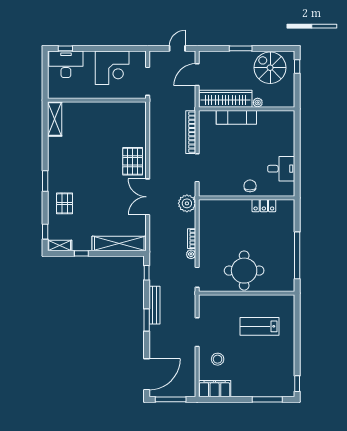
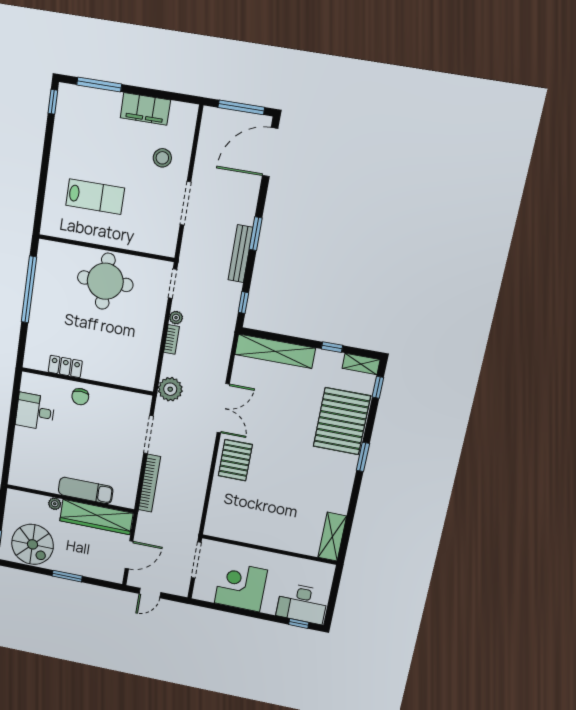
pallet: (65, 203) -> (342, 421), width x2.05, depth x2.00
filing cabinet: (215, 389) -> (145, 109), moved

